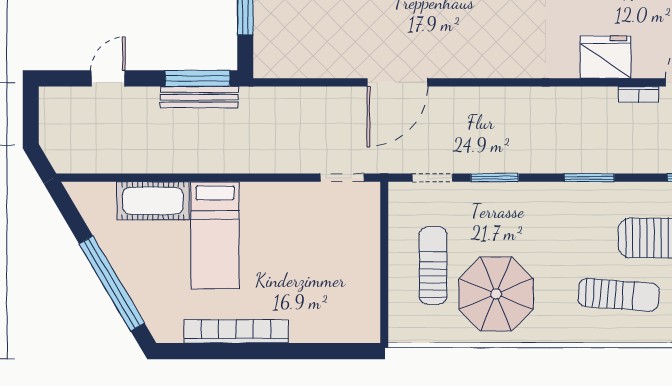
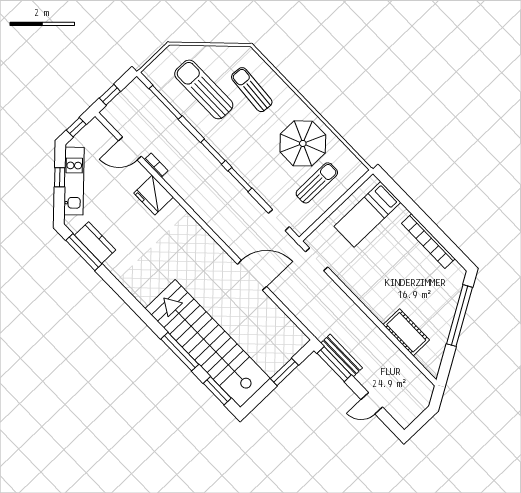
window: (495, 178) -> (240, 180), moved
bed: (215, 235) -> (367, 214), moved, turned 180
sun lounger: (433, 265) -> (317, 183), turned 180

